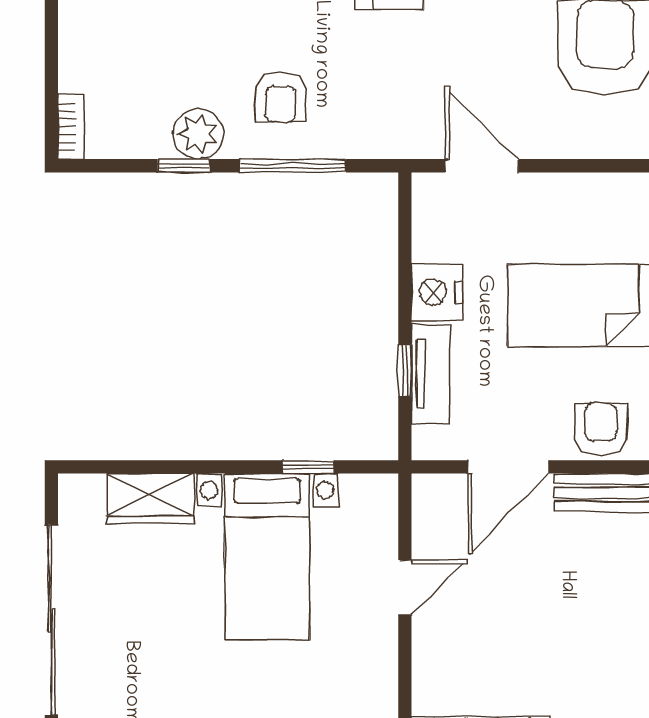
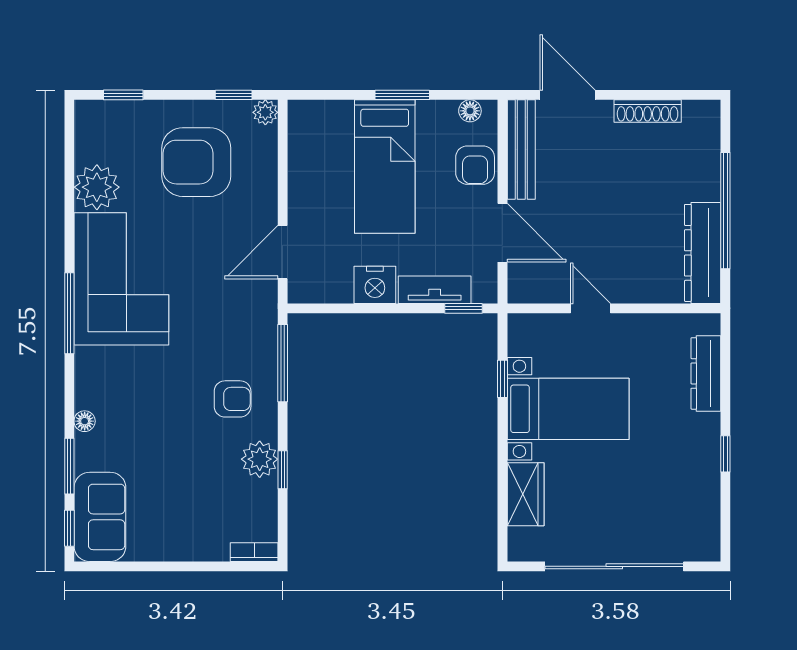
window: (293, 166) -> (283, 363), moved
window: (405, 370) -> (464, 308), moved
armchair: (601, 429) -> (475, 165), turned -90

